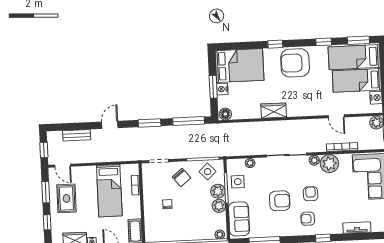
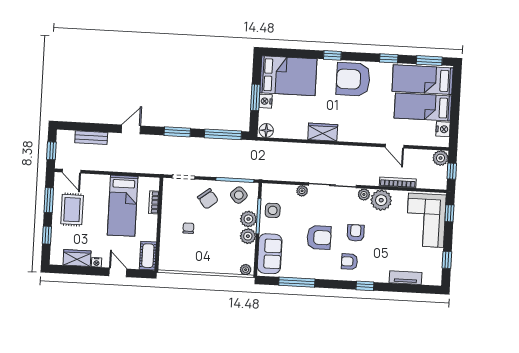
plant: (250, 163) -> (302, 191), moved

